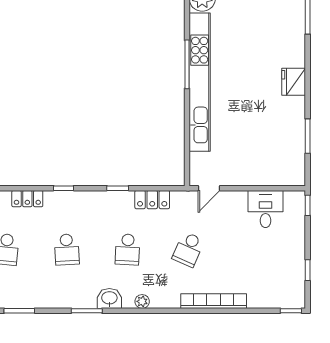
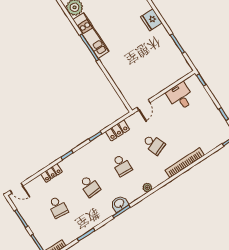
kitchen unit: (200, 82) -> (91, 35), width x0.54
school desk: (188, 249) -> (154, 144), turned -45
washbasin: (109, 298) -> (119, 204), moved

